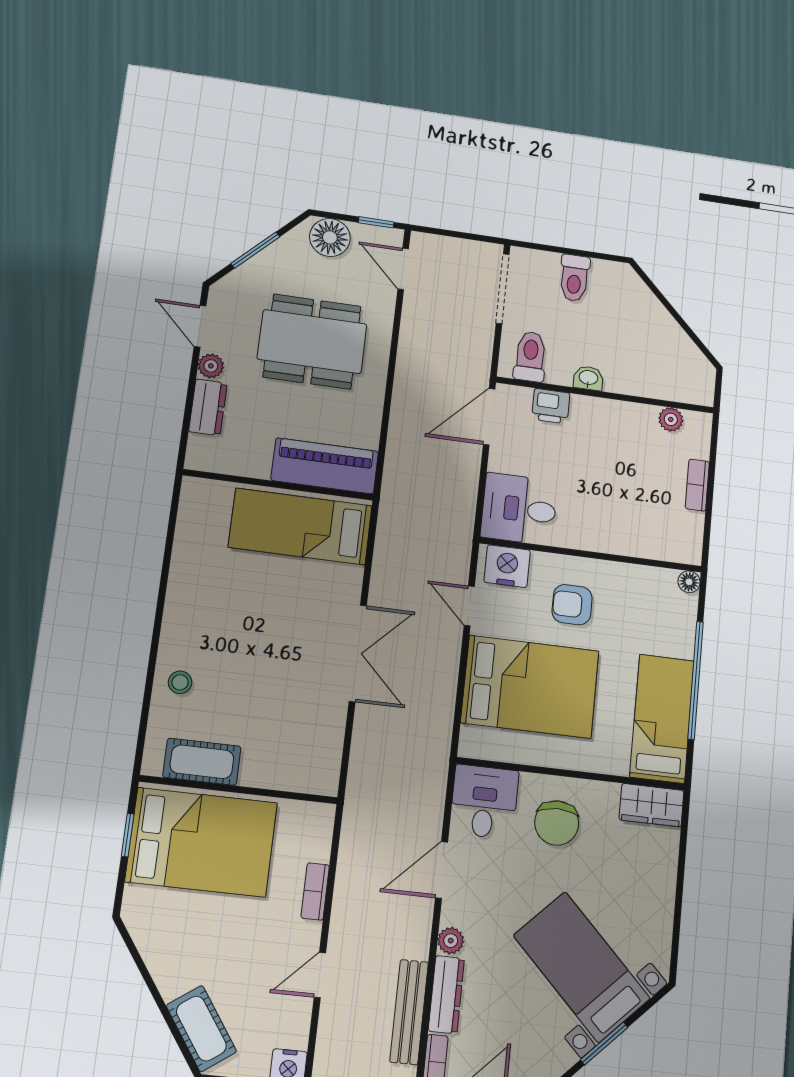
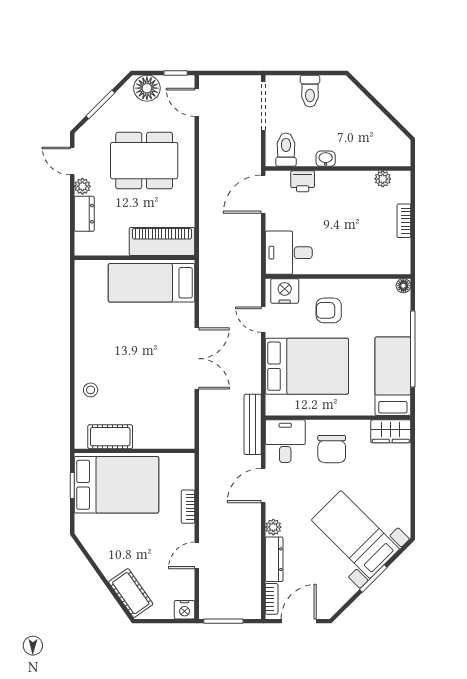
bench: (409, 1012) -> (253, 424), moved

